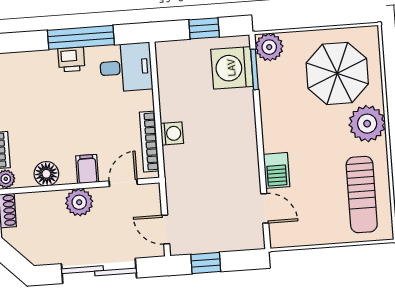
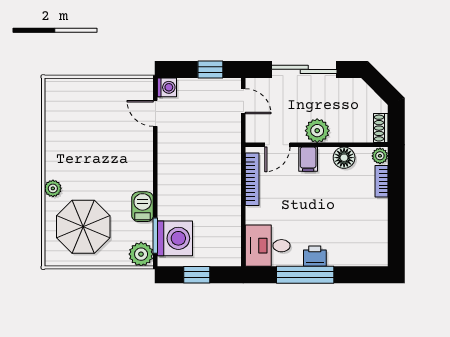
plant: (367, 124) -> (53, 188), width x0.53, depth x0.53
washing machine: (172, 133) -> (167, 87), moved, turned 180
barbecue: (277, 170) -> (143, 207), moved
sun lounger: (362, 195) -> (70, 119), removed

